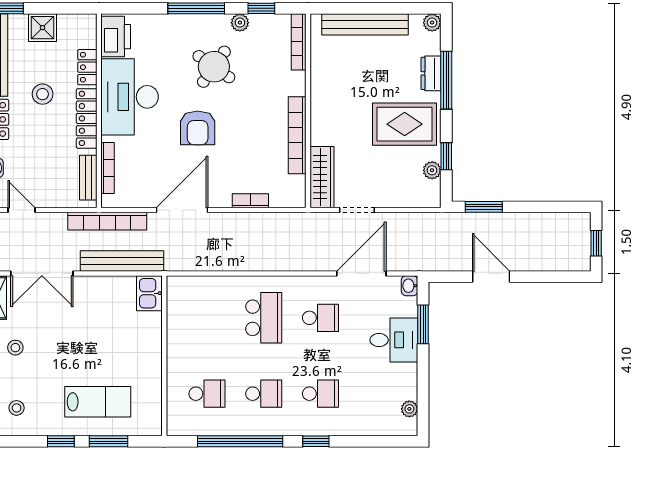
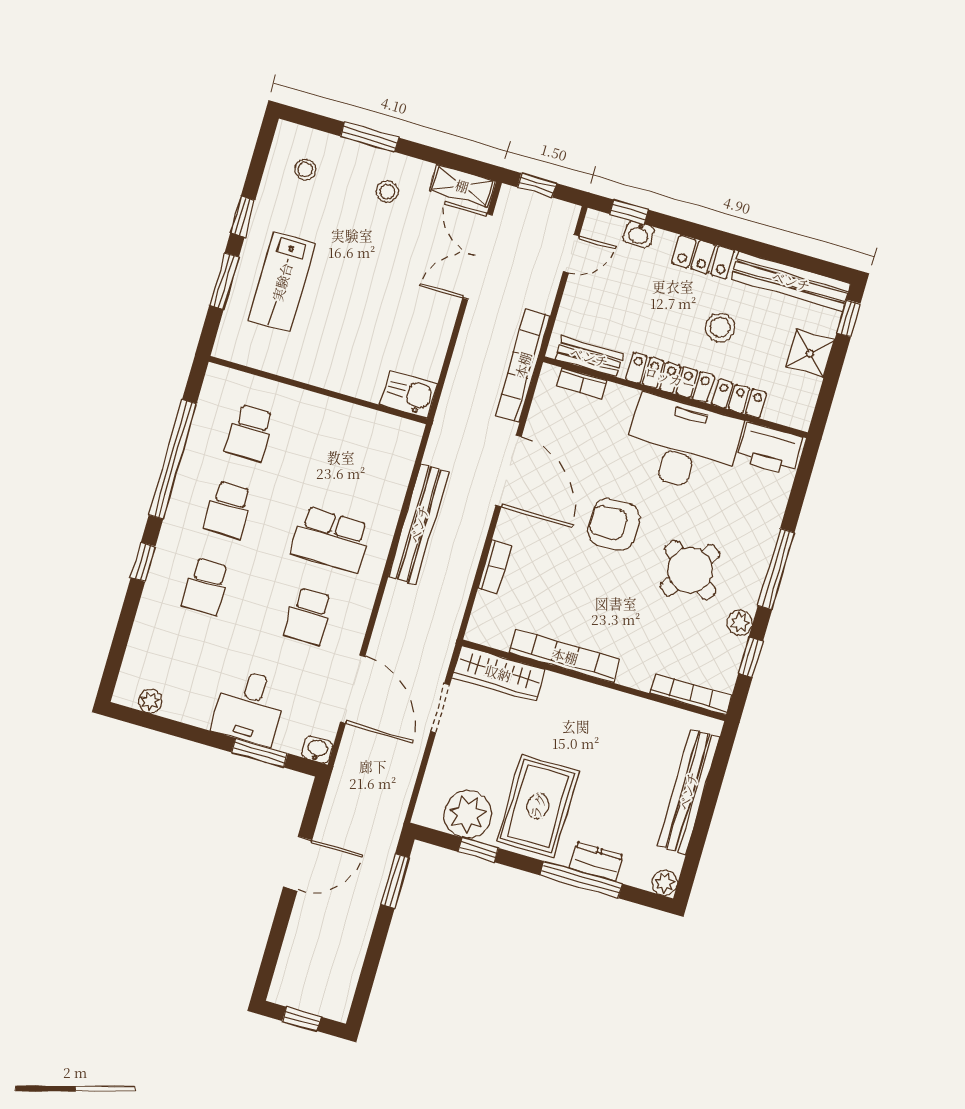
bookcase: (108, 168) -> (582, 383), width x0.64
plant: (432, 170) -> (468, 814), width x1.88, depth x1.88
bench: (122, 261) -> (419, 524), moved

